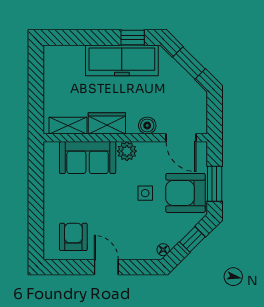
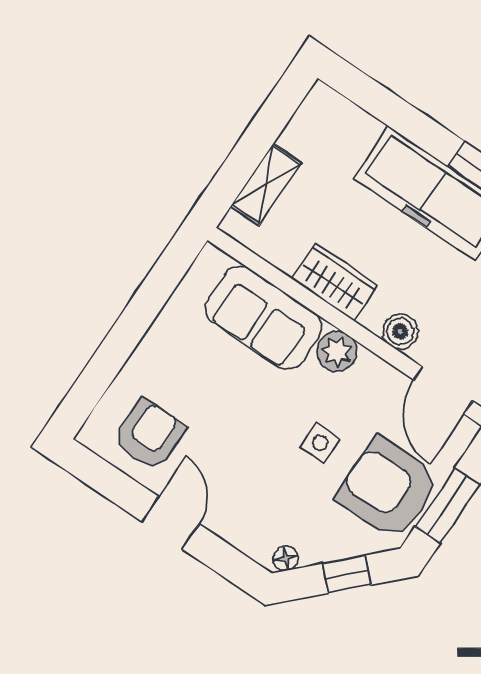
shelving: (68, 126) -> (266, 185), moved, turned 90

